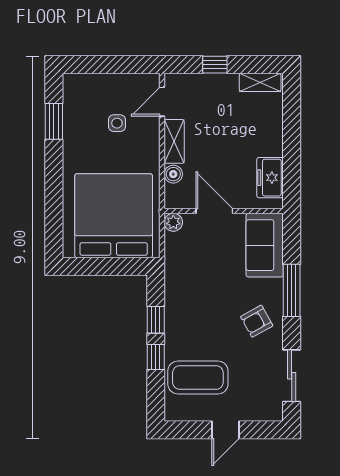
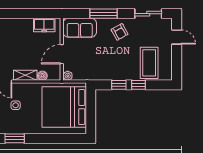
door: (225, 430) -> (177, 37), moved

